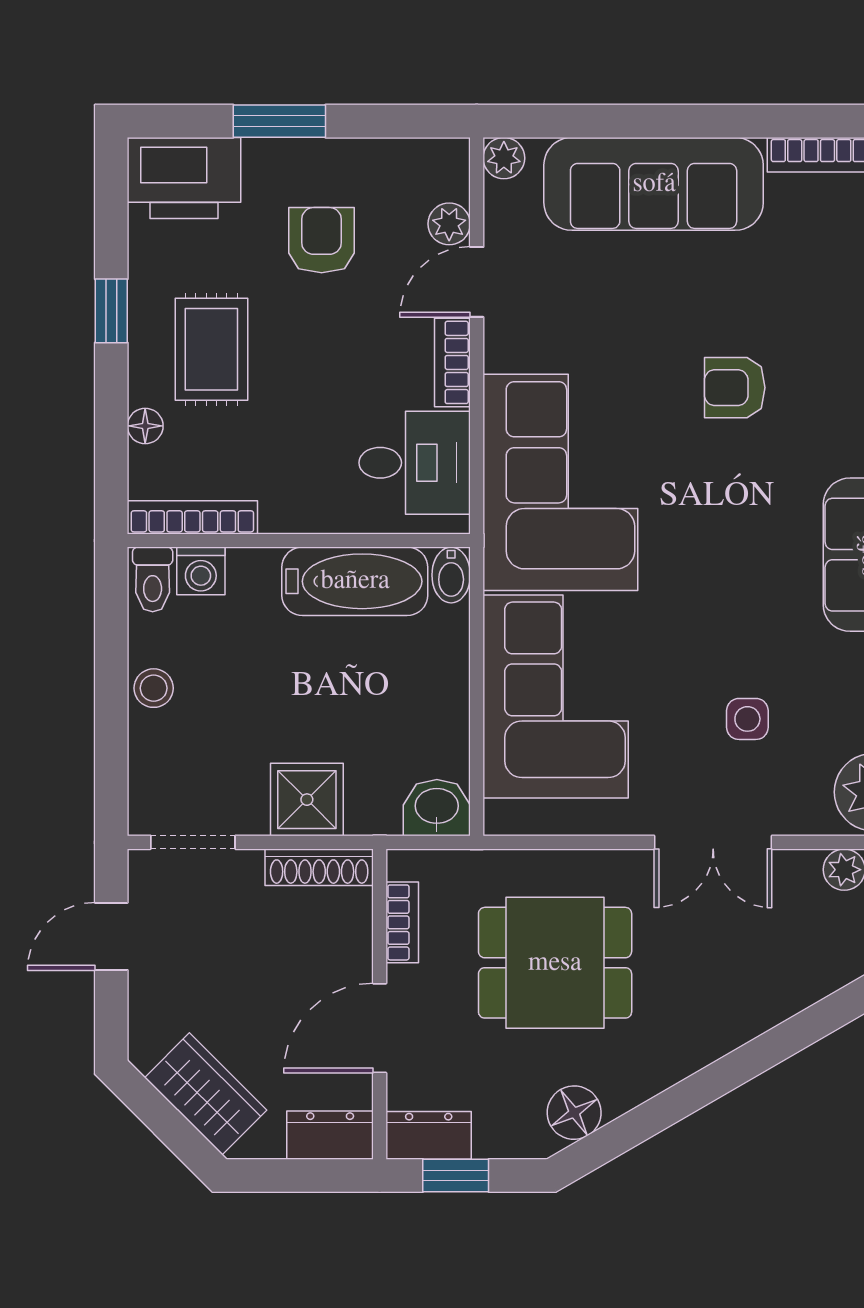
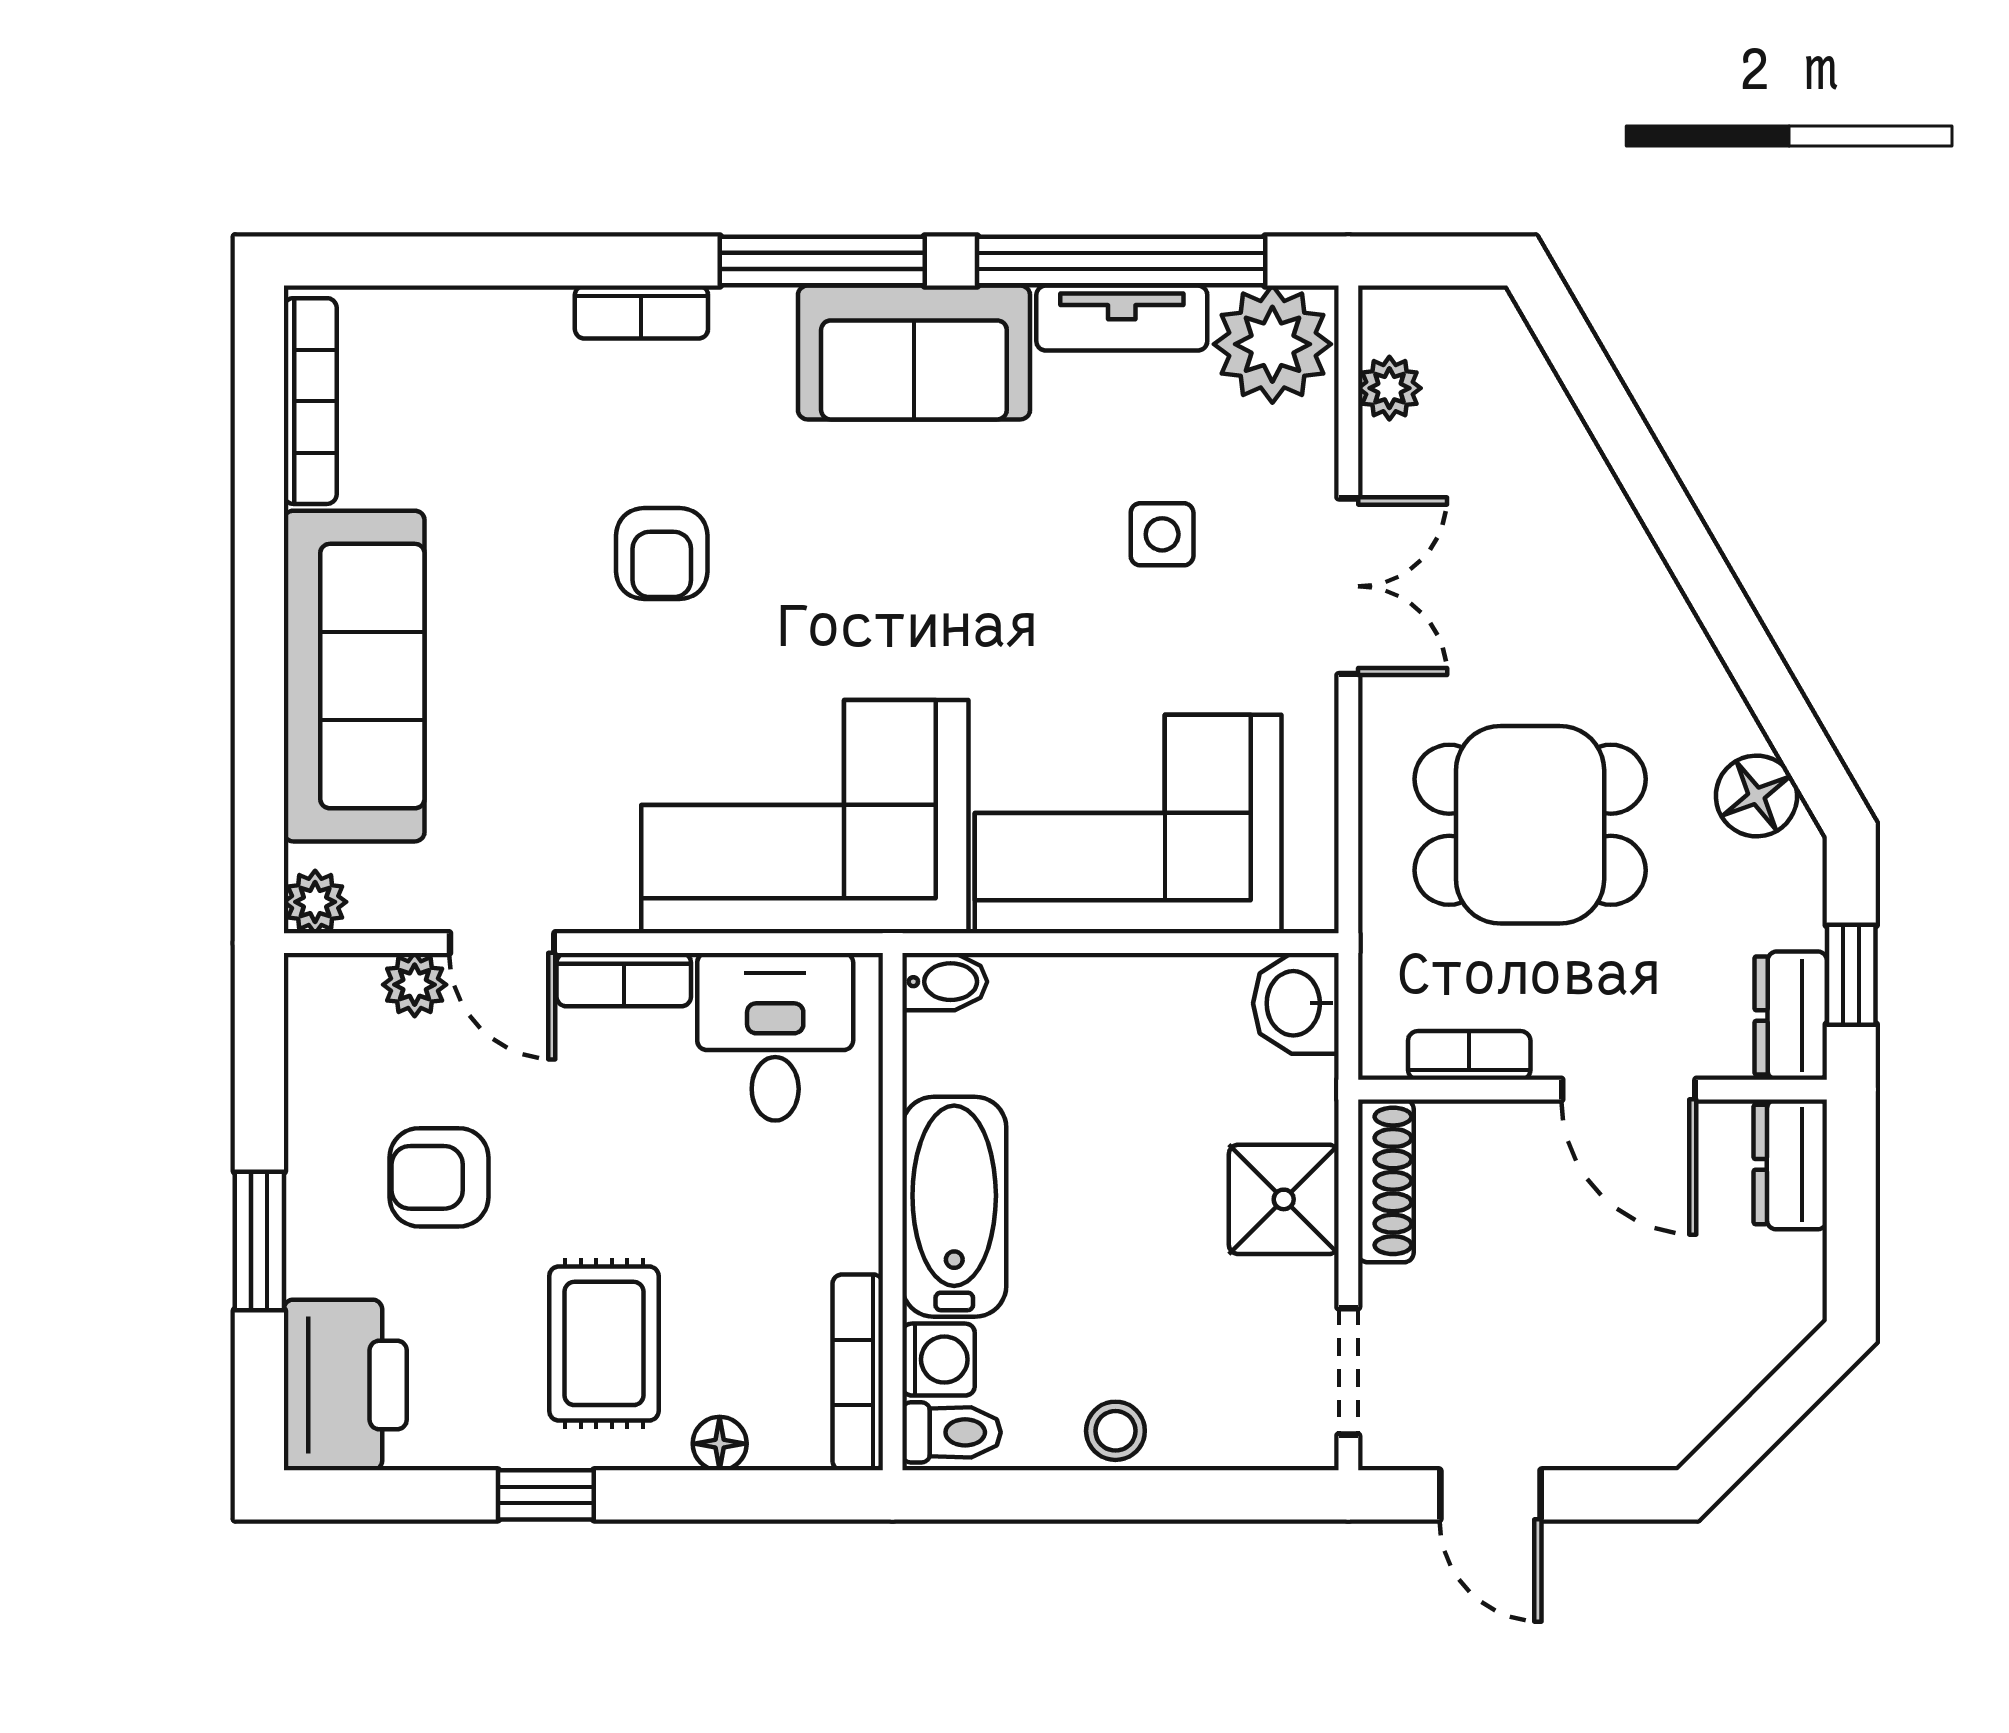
rug: (211, 349) -> (604, 1343), turned 90
bathtub: (355, 581) -> (954, 1207), moved
dining table: (555, 963) -> (1530, 825), turned 90
wardrobe: (206, 1094) -> (1728, 1352), removed

